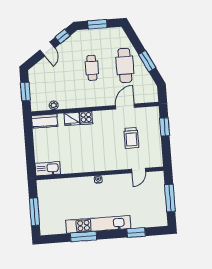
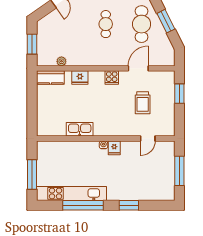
cooker: (86, 118) -> (112, 78), moved
kitchen sink: (48, 169) -> (80, 129), moved
fridge: (108, 181) -> (114, 148), added
kitchen unit: (98, 224) -> (71, 193), moved
window: (136, 233) -> (129, 205), moved
window: (84, 236) -> (83, 205), width x1.46

